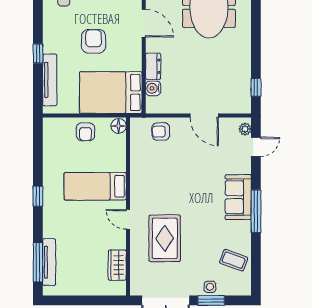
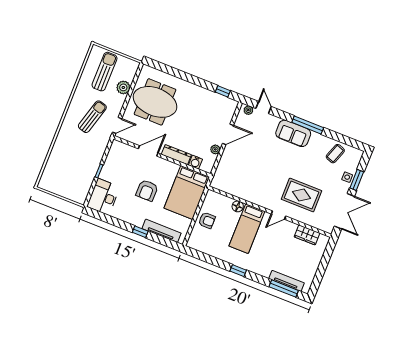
armchair: (94, 41) -> (147, 190), turned -90
dresser: (153, 66) -> (176, 155), width x1.44
plant: (179, 107) -> (215, 149), added
floor lamp: (119, 126) -> (238, 206), moved
armchair: (161, 131) -> (227, 169), removed

